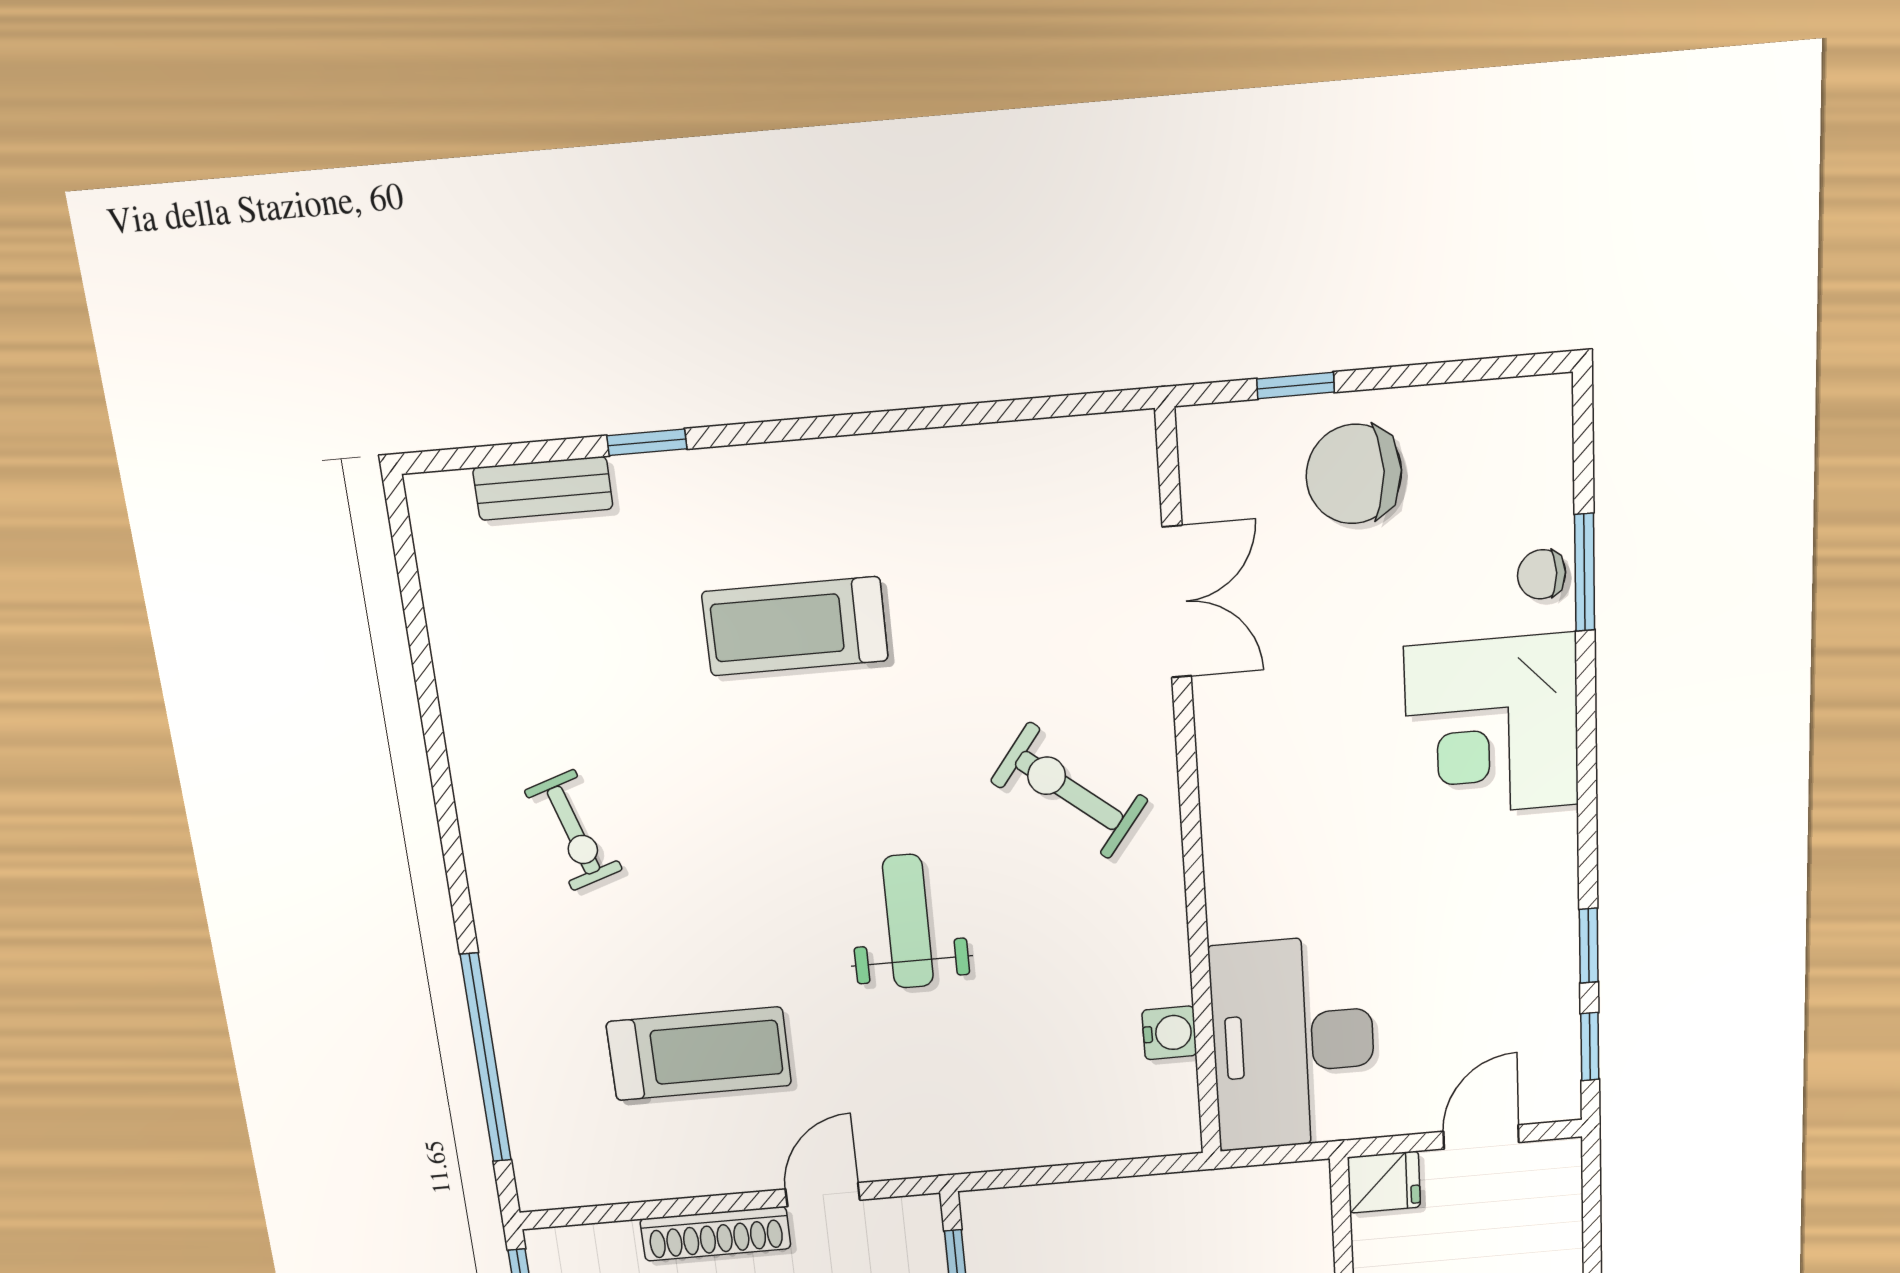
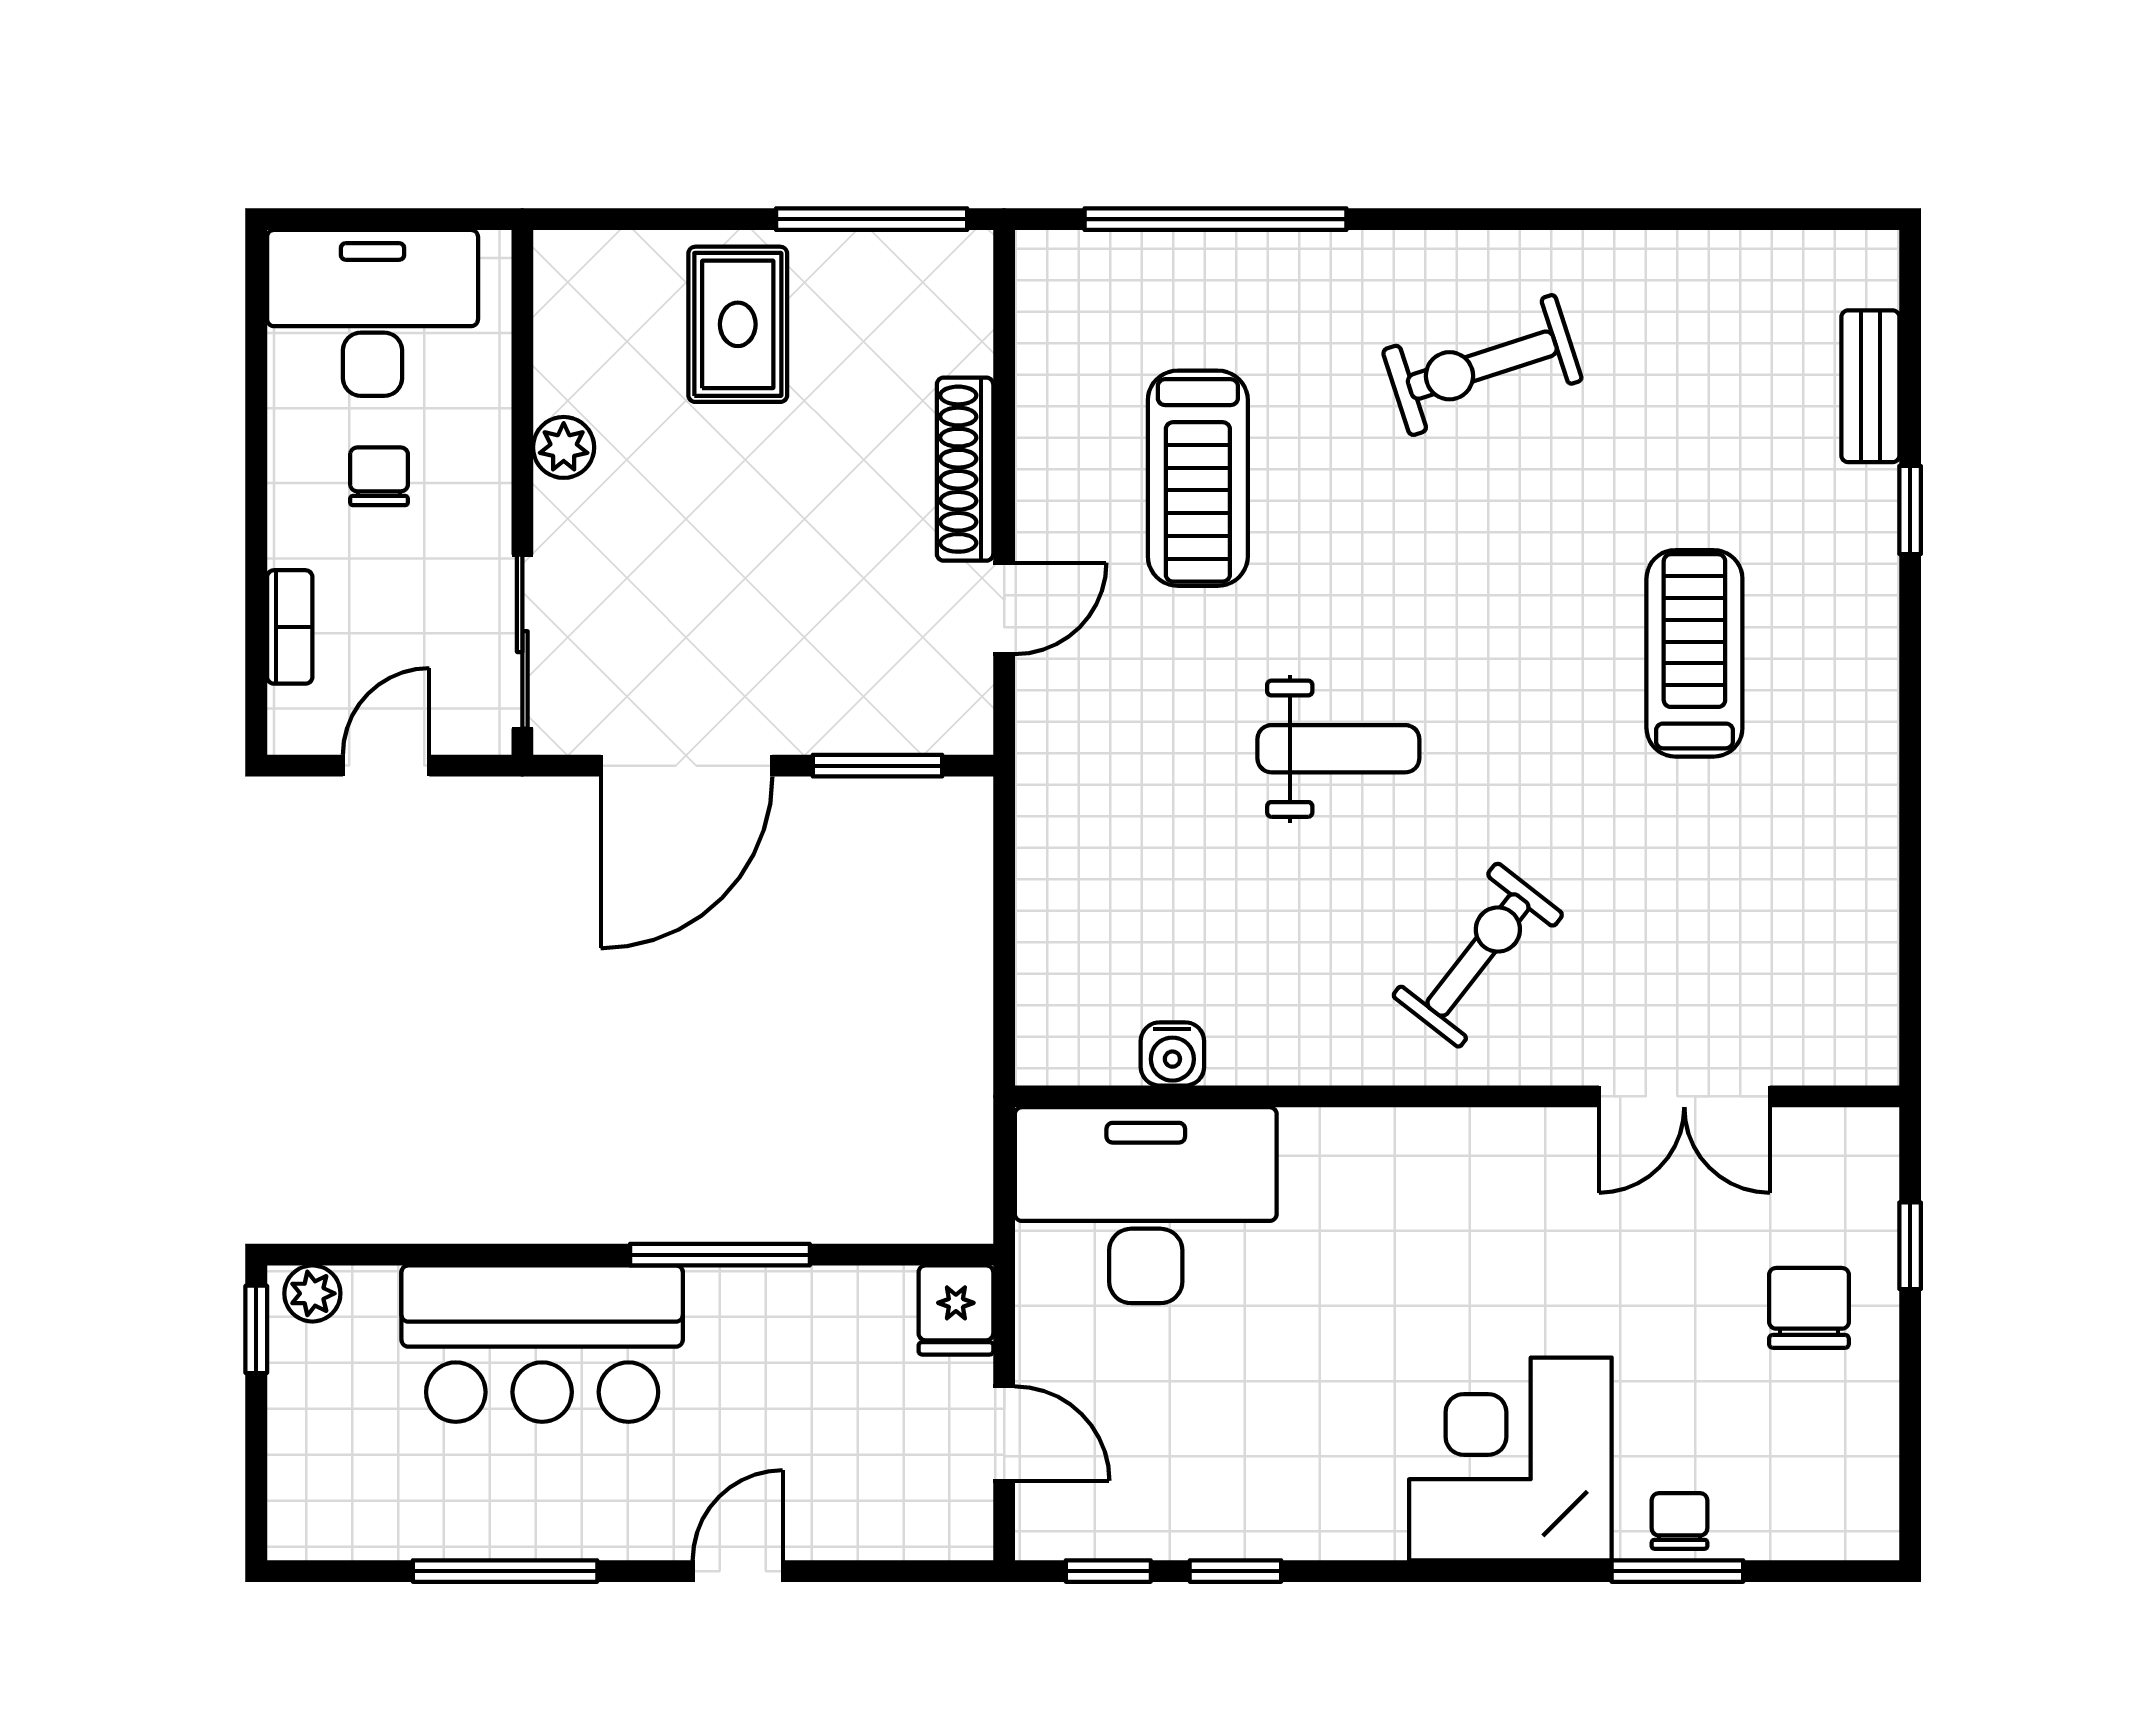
chair: (1354, 474) -> (1809, 1308), width x0.73, depth x0.73
exercise bike: (574, 830) -> (1482, 365), width x1.38, depth x1.39
door: (823, 1195) -> (1004, 608), hinge flipped

